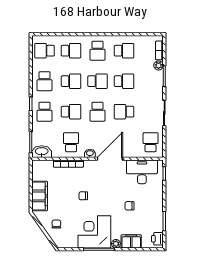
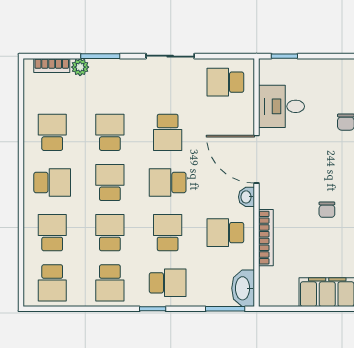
school desk: (45, 81) -> (110, 283), turned 90
school desk: (98, 112) -> (168, 182), turned 180
desk: (142, 172) -> (281, 106), width x0.73

